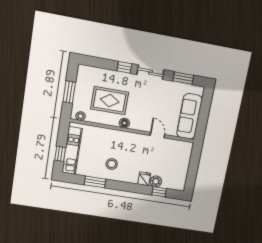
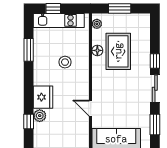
floor lamp: (124, 123) -> (97, 50), moved
door: (157, 135) -> (91, 108), swing flipped
stool: (112, 164) -> (65, 62), moved
fridge: (144, 179) -> (43, 97), width x1.88, depth x1.34

